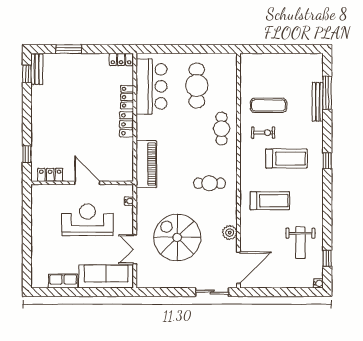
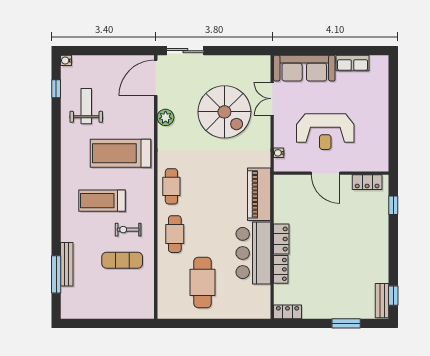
bar counter: (151, 86) -> (253, 253), moved
window: (327, 161) -> (56, 198), removed
cafe table: (210, 183) -> (171, 186), moved, turned 90
treadmill: (270, 201) -> (120, 153), width x1.37, depth x1.38
double door: (135, 249) -> (272, 99), swing flipped

